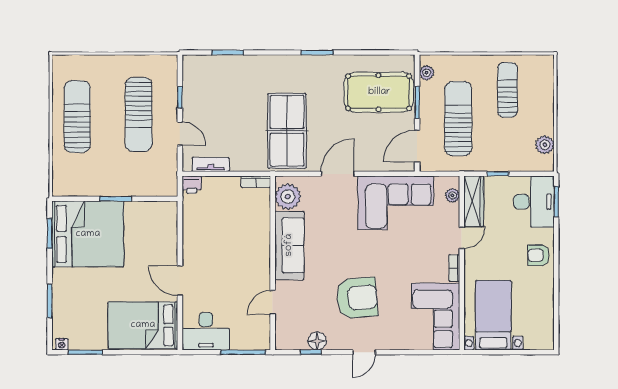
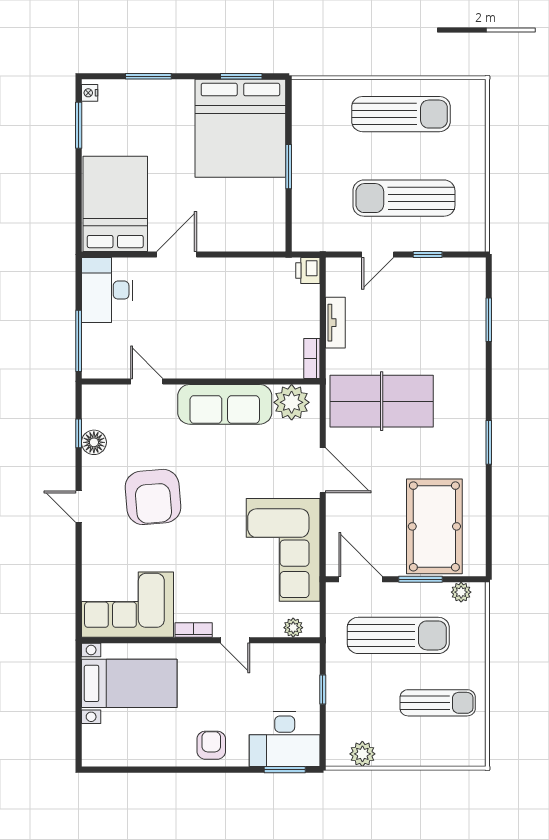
tv unit: (211, 165) -> (335, 323), moved
wardrobe: (474, 201) -> (285, 657), removed

